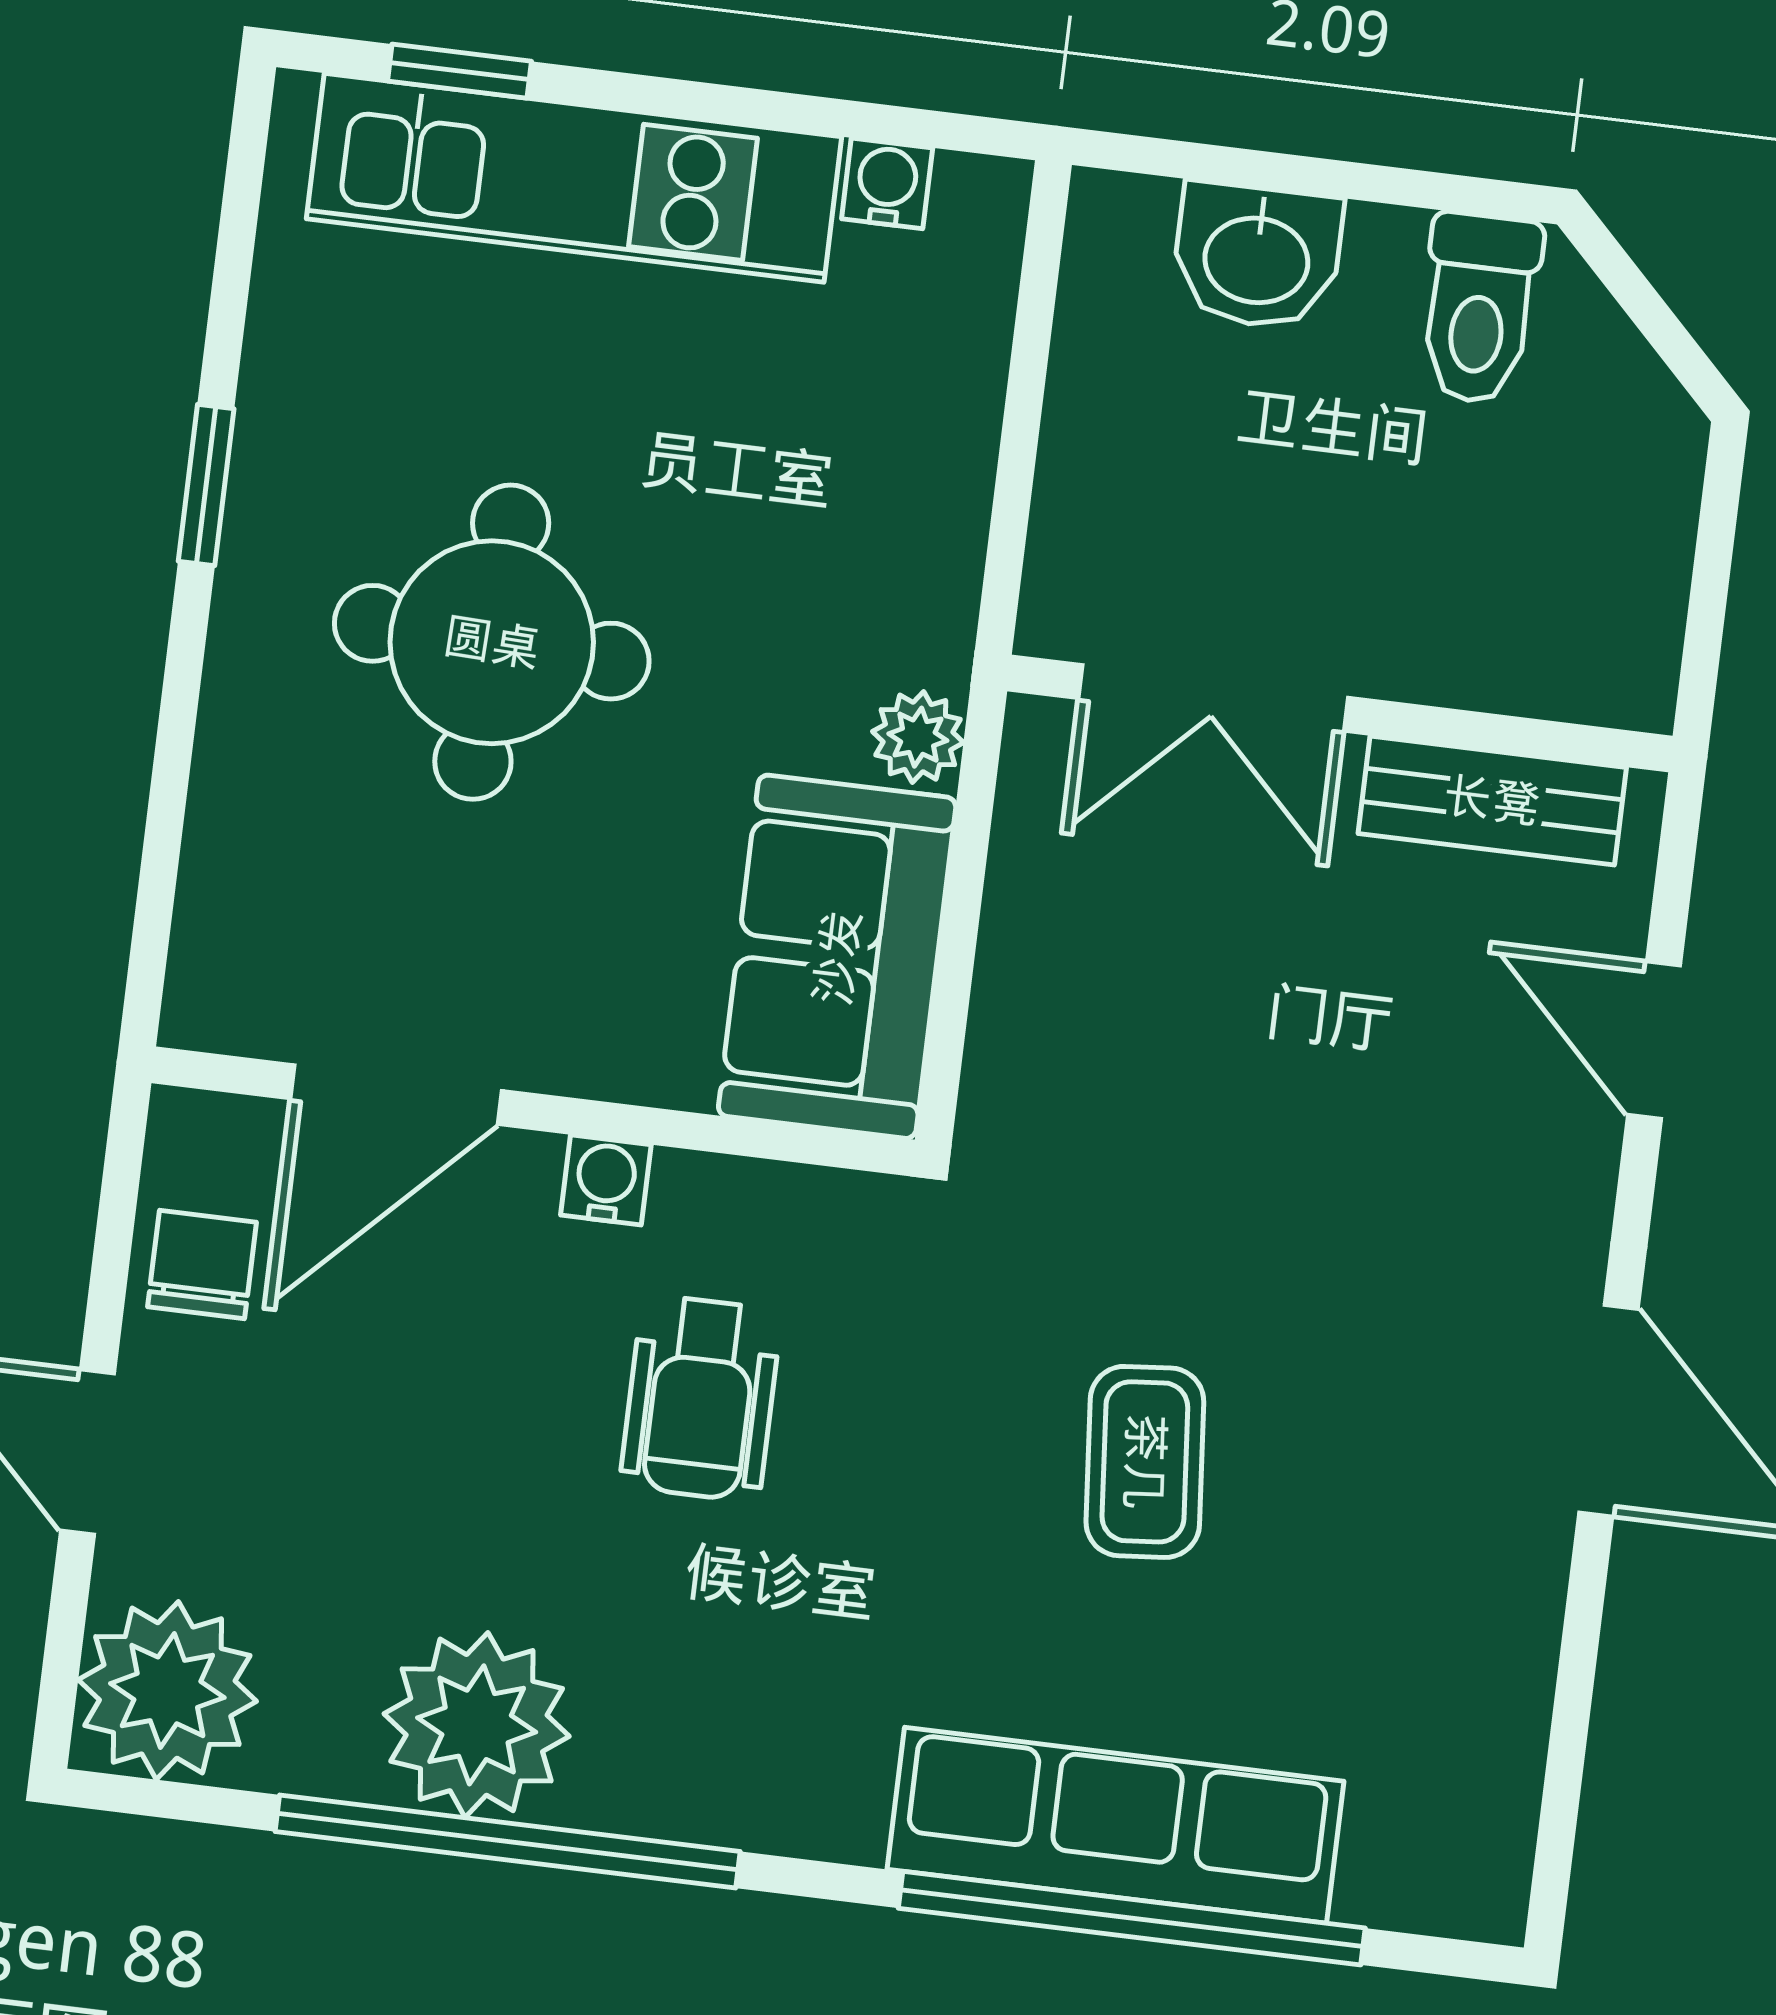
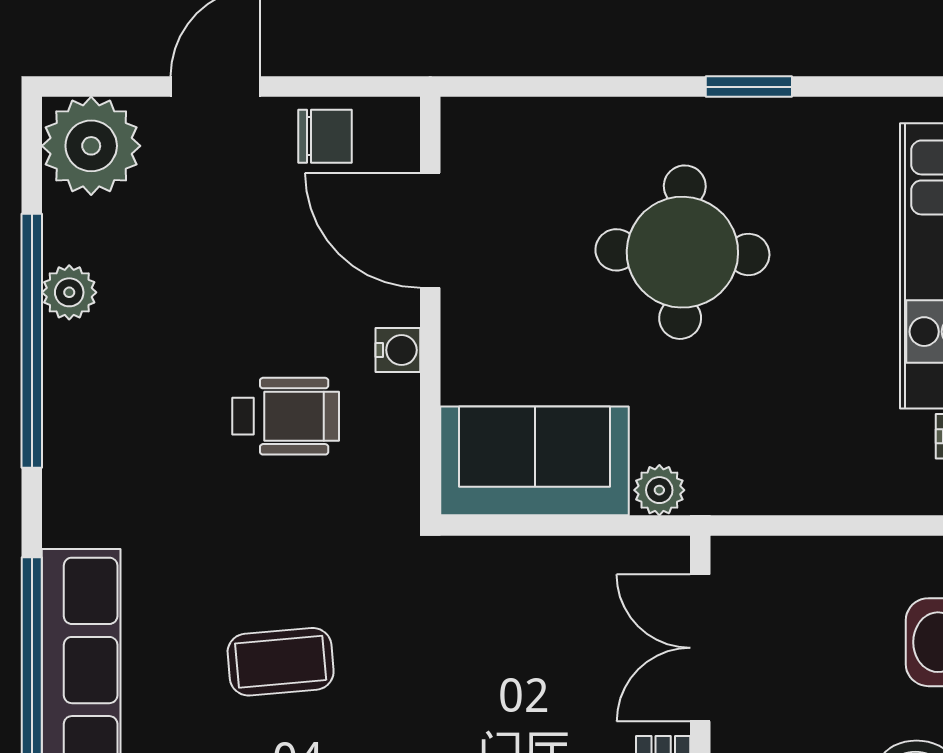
wheelchair: (701, 1398) -> (286, 416), turned 180
plant: (477, 1725) -> (69, 292), width x0.53, depth x0.53

